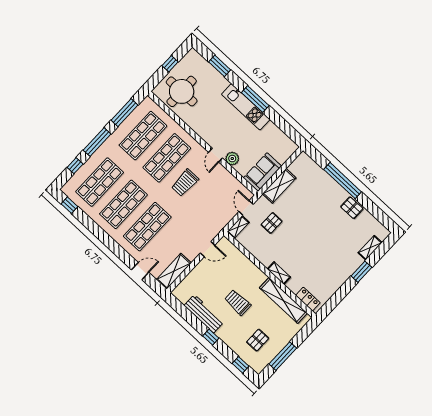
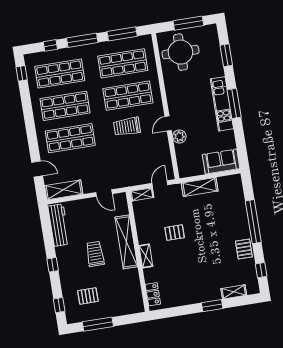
window: (170, 64) -> (188, 23), width x2.17
sofa: (262, 172) -> (221, 162), moved
window: (378, 214) -> (261, 270), added
pallet: (272, 223) -> (175, 233), moved
shelving: (283, 300) -> (126, 242), moved
workbench: (204, 314) -> (59, 225), moved

